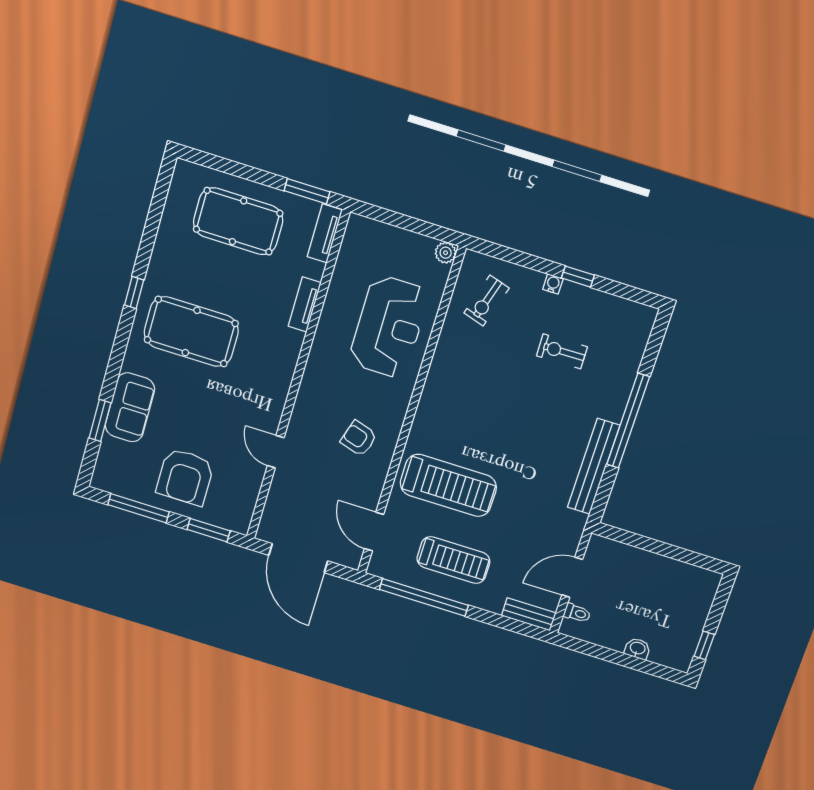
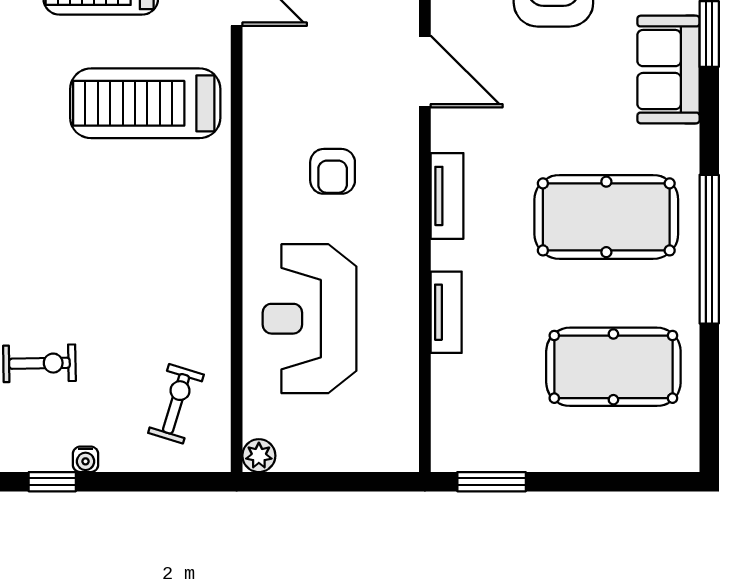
pool table: (238, 221) -> (613, 367), moved
tv unit: (325, 233) -> (447, 196), moved
window: (134, 293) -> (709, 249), width x3.17
armchair: (359, 438) -> (333, 171), moved, turned 73
door: (276, 452) -> (425, 72), width x1.38

